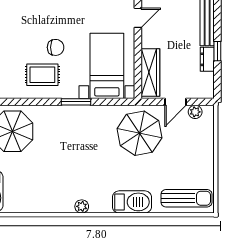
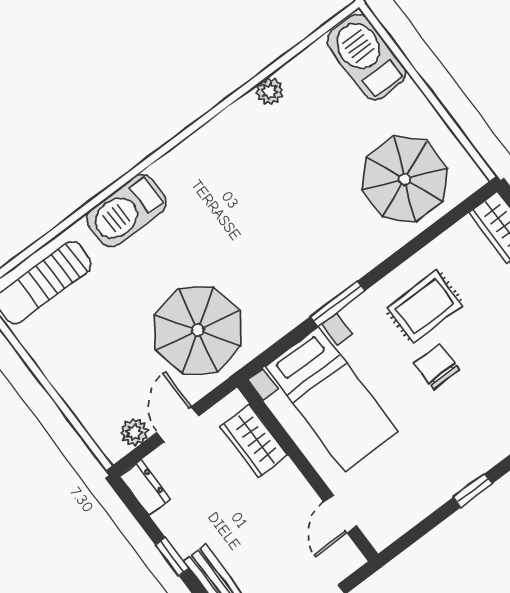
chair: (56, 47) -> (437, 366), turned 90
dresser: (207, 59) -> (145, 487), moved
wardrobe: (150, 72) -> (254, 441), width x0.67
plant: (82, 206) -> (270, 91), moved

